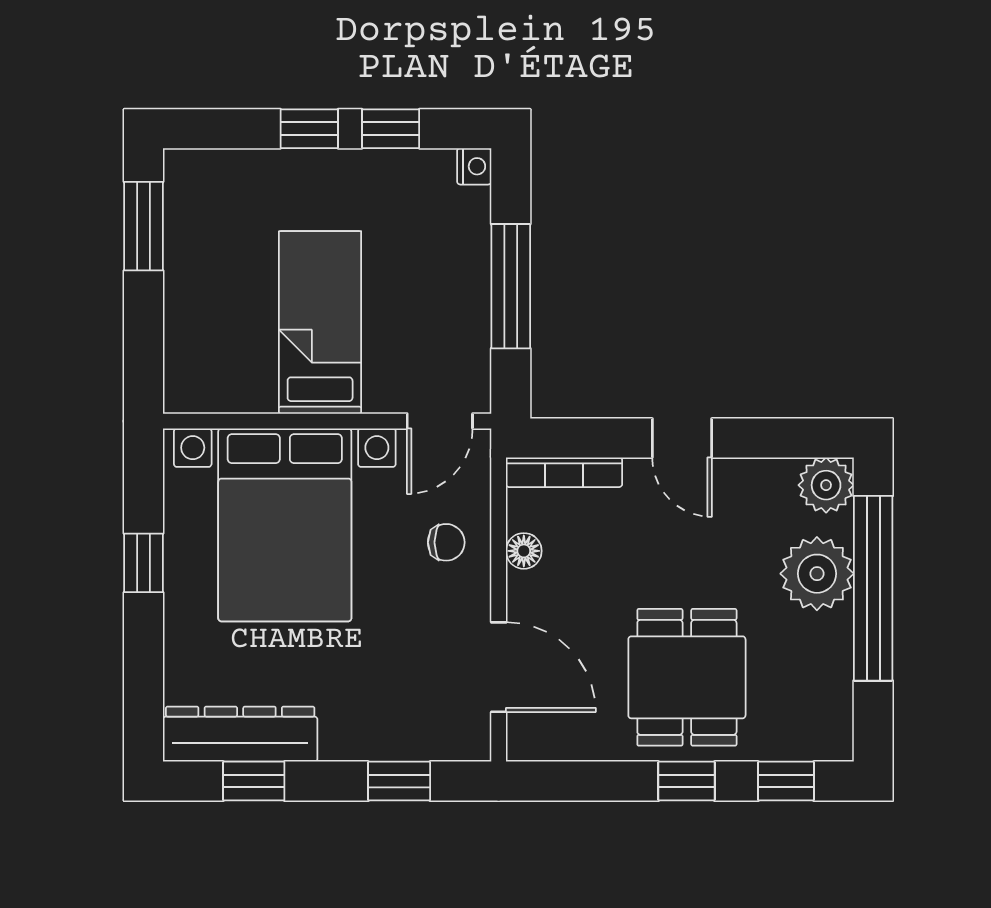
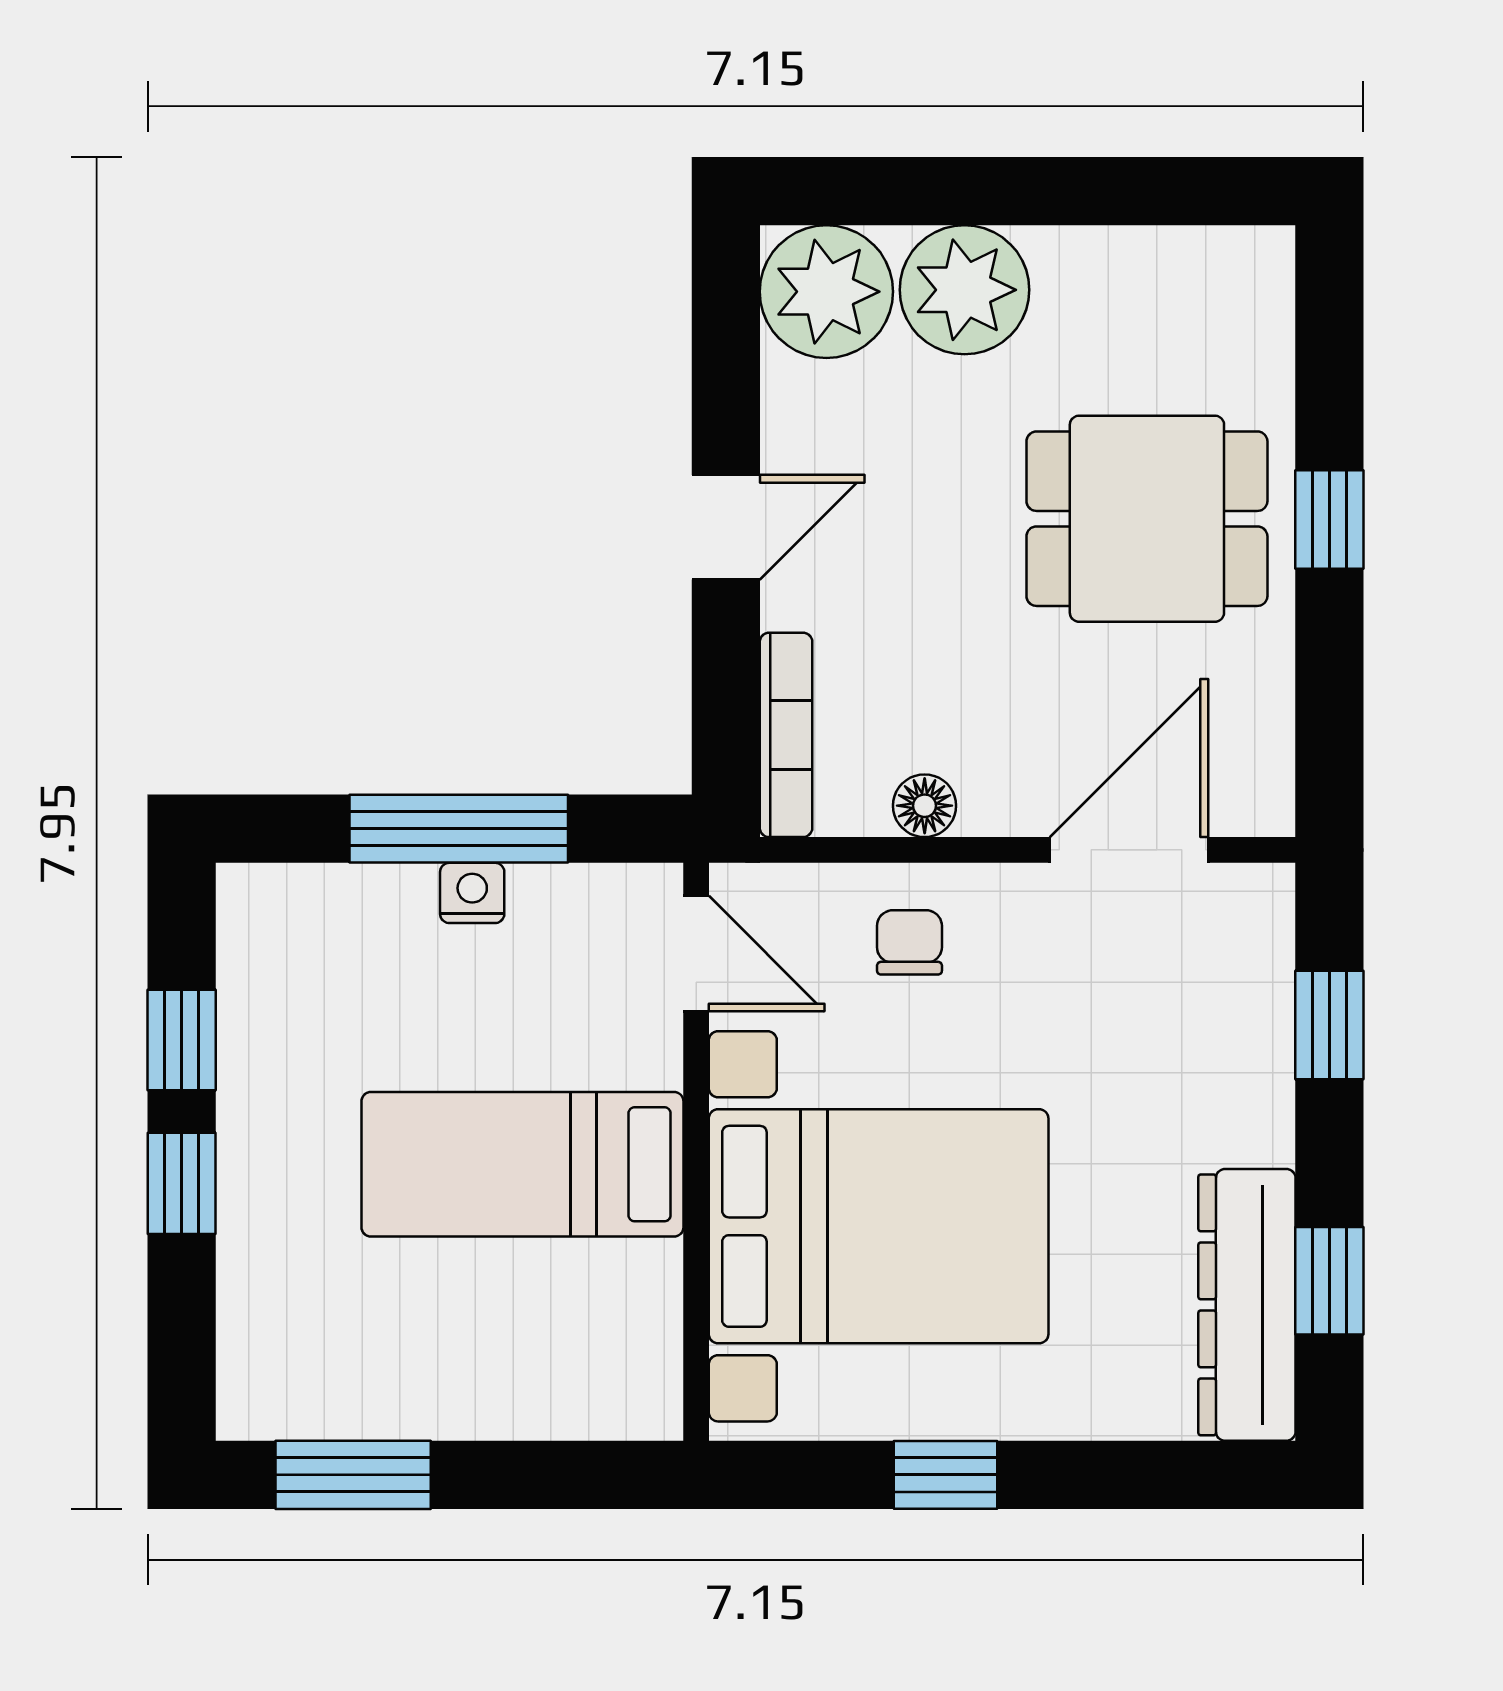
nightstand: (474, 166) -> (472, 893), moved
plant: (826, 485) -> (826, 292), width x1.36, depth x1.36
window: (873, 588) -> (990, 191), removed
window: (786, 781) -> (1329, 344), removed

